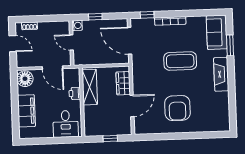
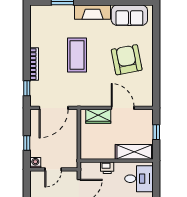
sofa: (217, 32) -> (129, 15), moved
shelving: (90, 87) -> (134, 152), moved
armchair: (177, 108) -> (127, 60), turned -101

